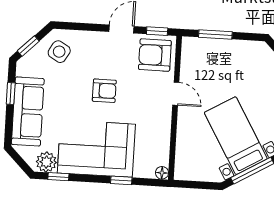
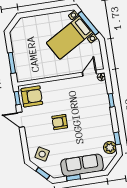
armchair: (155, 55) -> (32, 96), turned -90
armchair: (104, 91) -> (60, 122), turned -90
door: (176, 94) -> (89, 73), moved
corner sofa: (96, 149) -> (95, 119), removed

